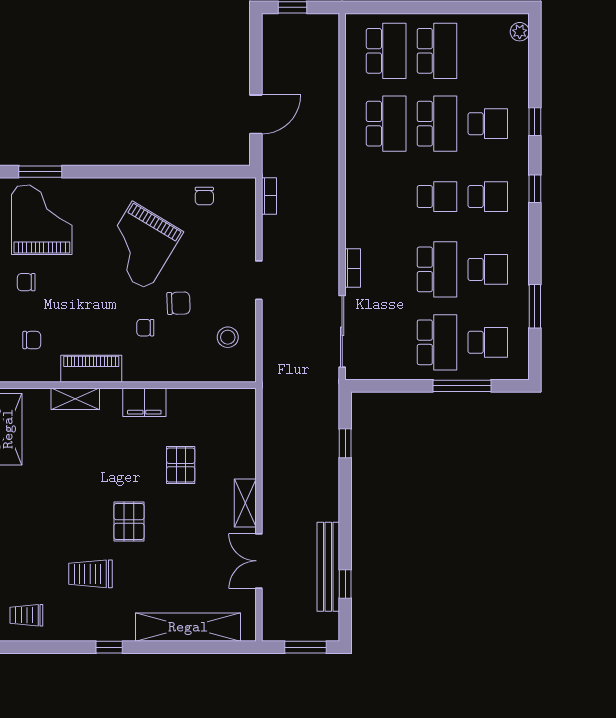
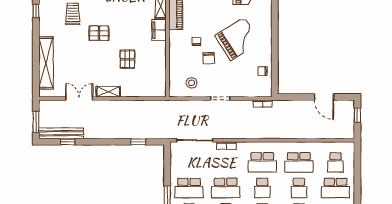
school desk: (386, 51) -> (336, 162), width x0.54
door: (256, 114) -> (324, 97), moved
school desk: (437, 124) -> (299, 188), width x0.54
school desk: (386, 197) -> (262, 162), added
grand piano: (140, 246) -> (238, 39), turned 117
filing cabinet: (144, 402) -> (159, 30), moved
pallet: (181, 465) -> (127, 59), turned 90
bench: (328, 567) -> (61, 133), moved
window: (109, 647) -> (36, 11), moved

